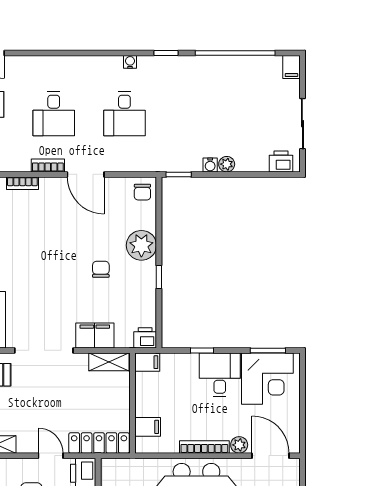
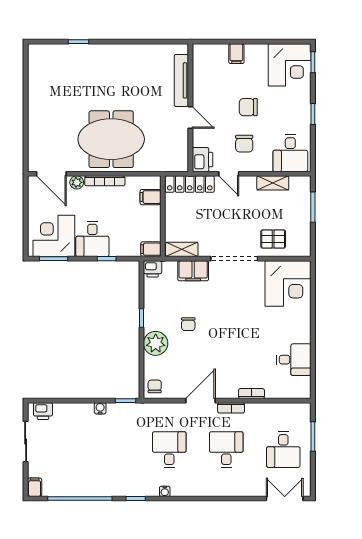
plant: (227, 164) -> (87, 409), removed
door: (86, 174) -> (200, 401), hinge flipped

